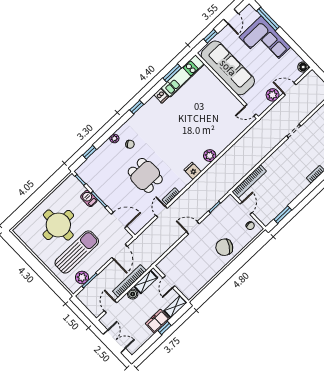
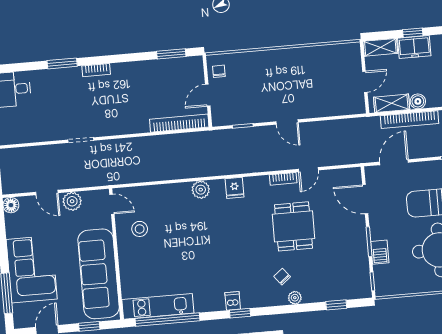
window: (172, 73) -> (167, 320), width x2.11
dishwasher: (161, 96) -> (233, 301), moved
stool: (225, 109) -> (140, 229), added
chair: (224, 247) -> (269, 70), removed

